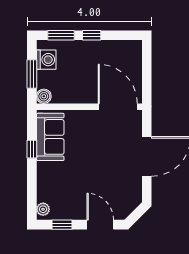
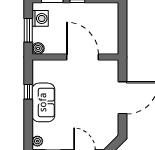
door: (118, 107) -> (83, 57), moved
sofa: (50, 137) -> (43, 102), moved

